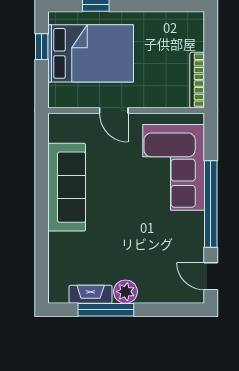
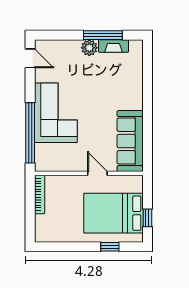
corner sofa: (174, 167) -> (56, 113), moved
sofa: (67, 187) -> (130, 141), moved
window: (211, 204) -> (30, 133), moved

